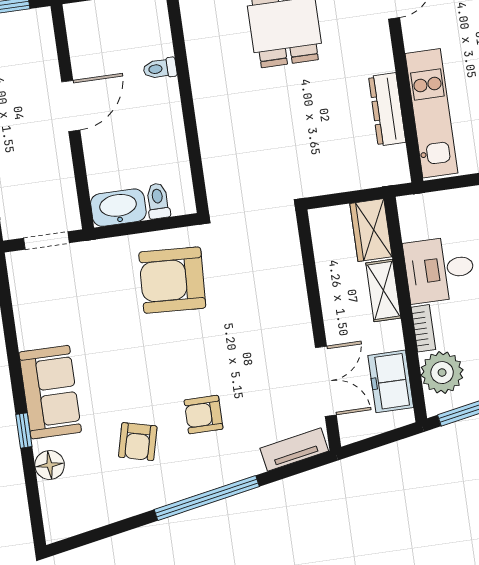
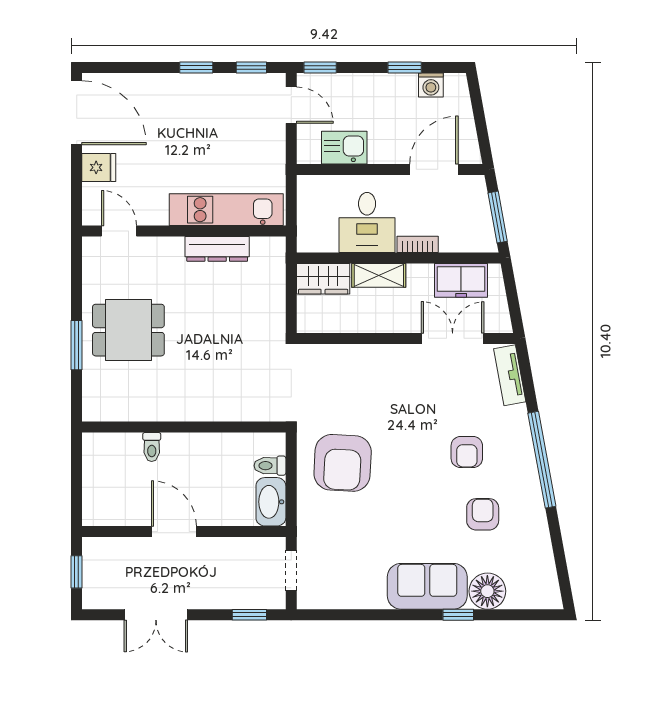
plant: (442, 373) -> (460, 233), removed
armchair: (138, 442) -> (483, 514), turned -104
floor lamp: (50, 465) -> (487, 591), width x1.38, depth x1.38

